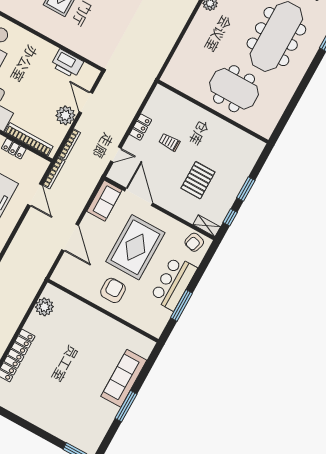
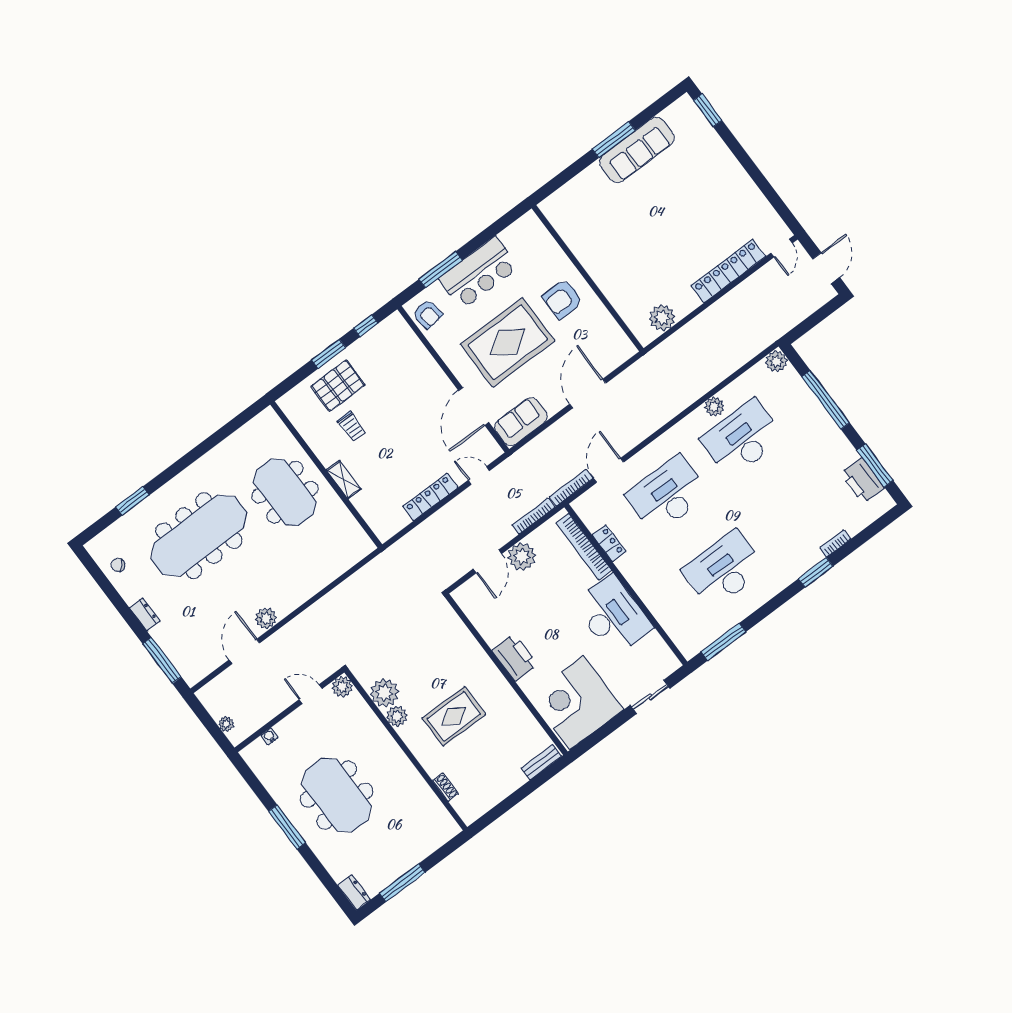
printer: (67, 64) -> (515, 657), moved
locker: (140, 127) -> (430, 497), width x1.53
trolley: (169, 142) -> (352, 426), moved
pallet: (198, 180) -> (338, 386), moved
shelving: (207, 226) -> (344, 480), moved
armchair: (194, 242) -> (428, 314), turned 67
window: (182, 305) -> (441, 270), moved
sofa: (124, 378) -> (637, 150), moved

